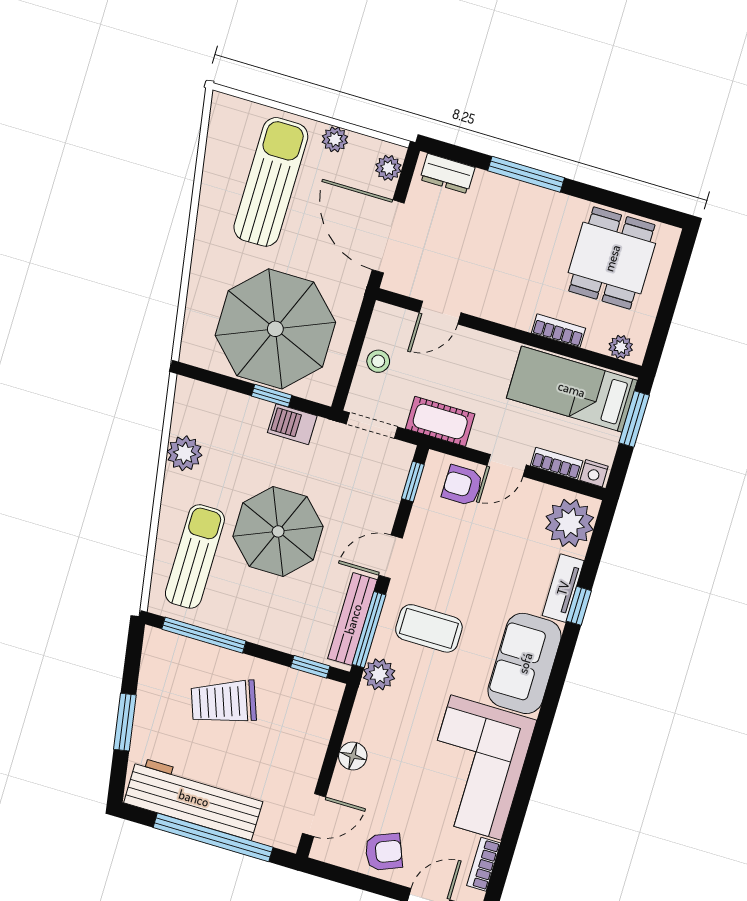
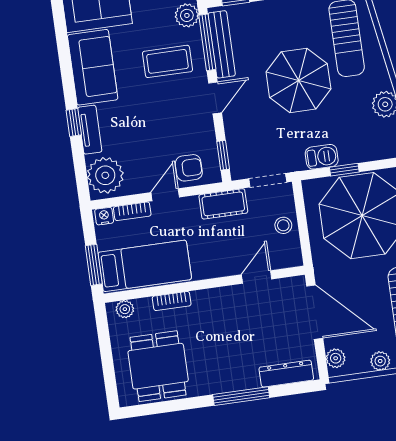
dresser: (447, 174) -> (286, 374), width x1.44

